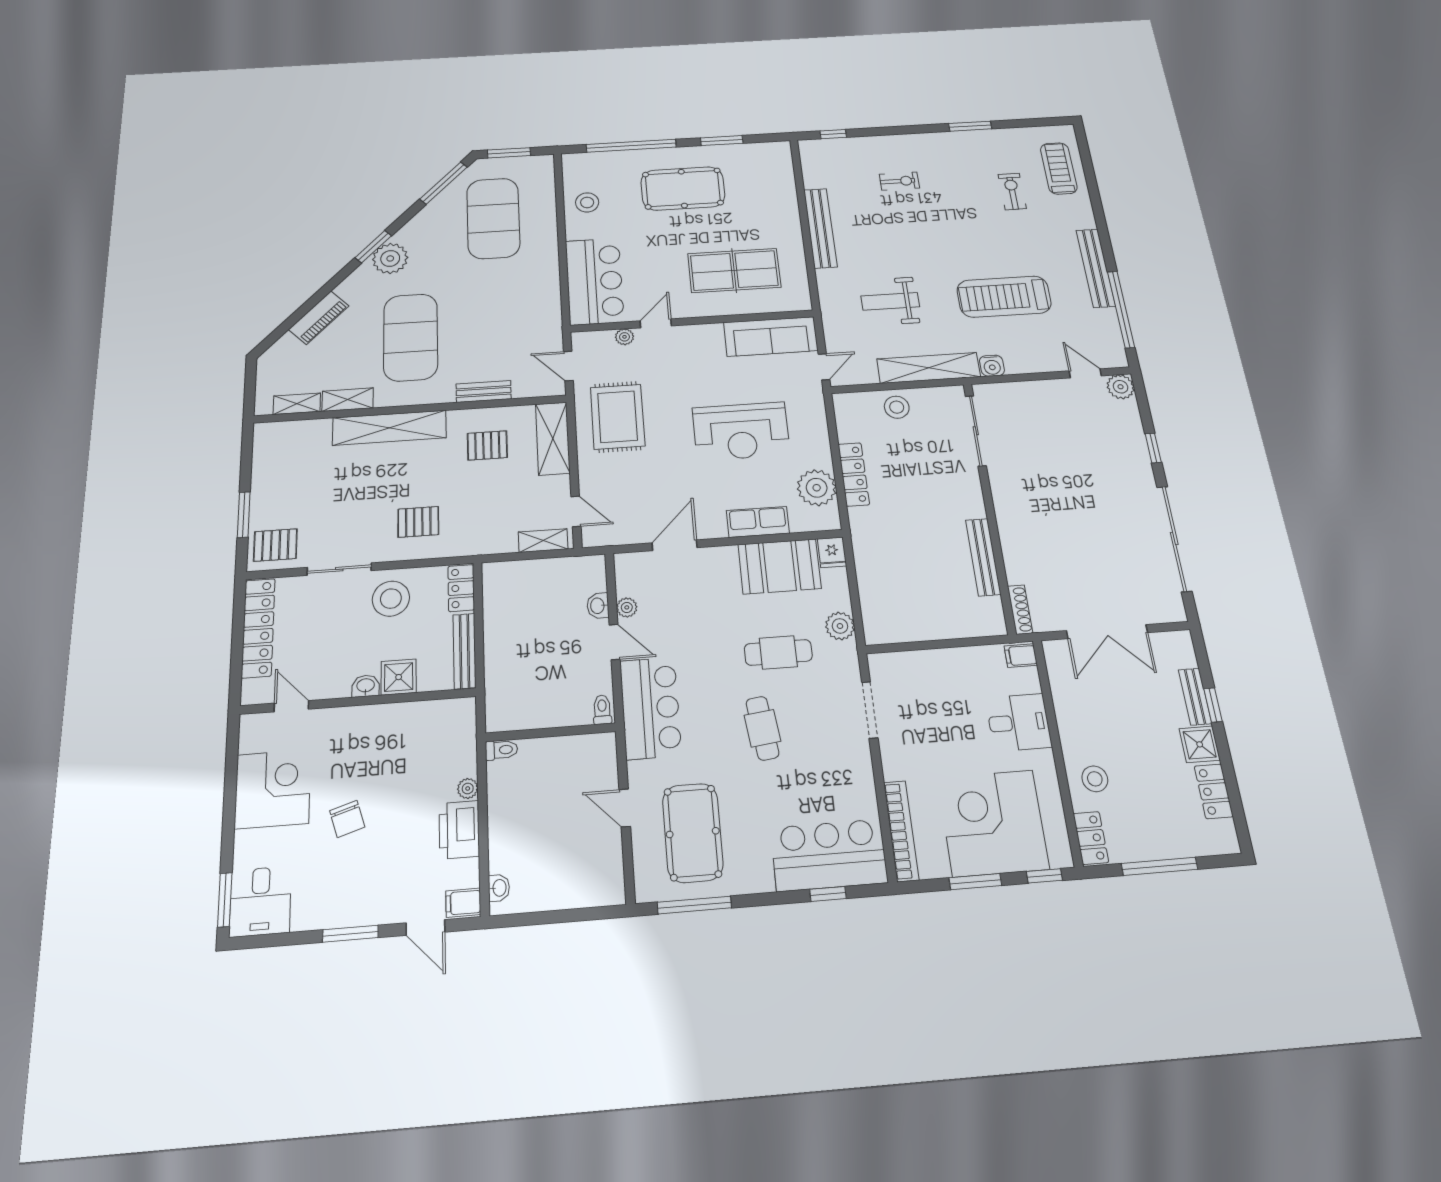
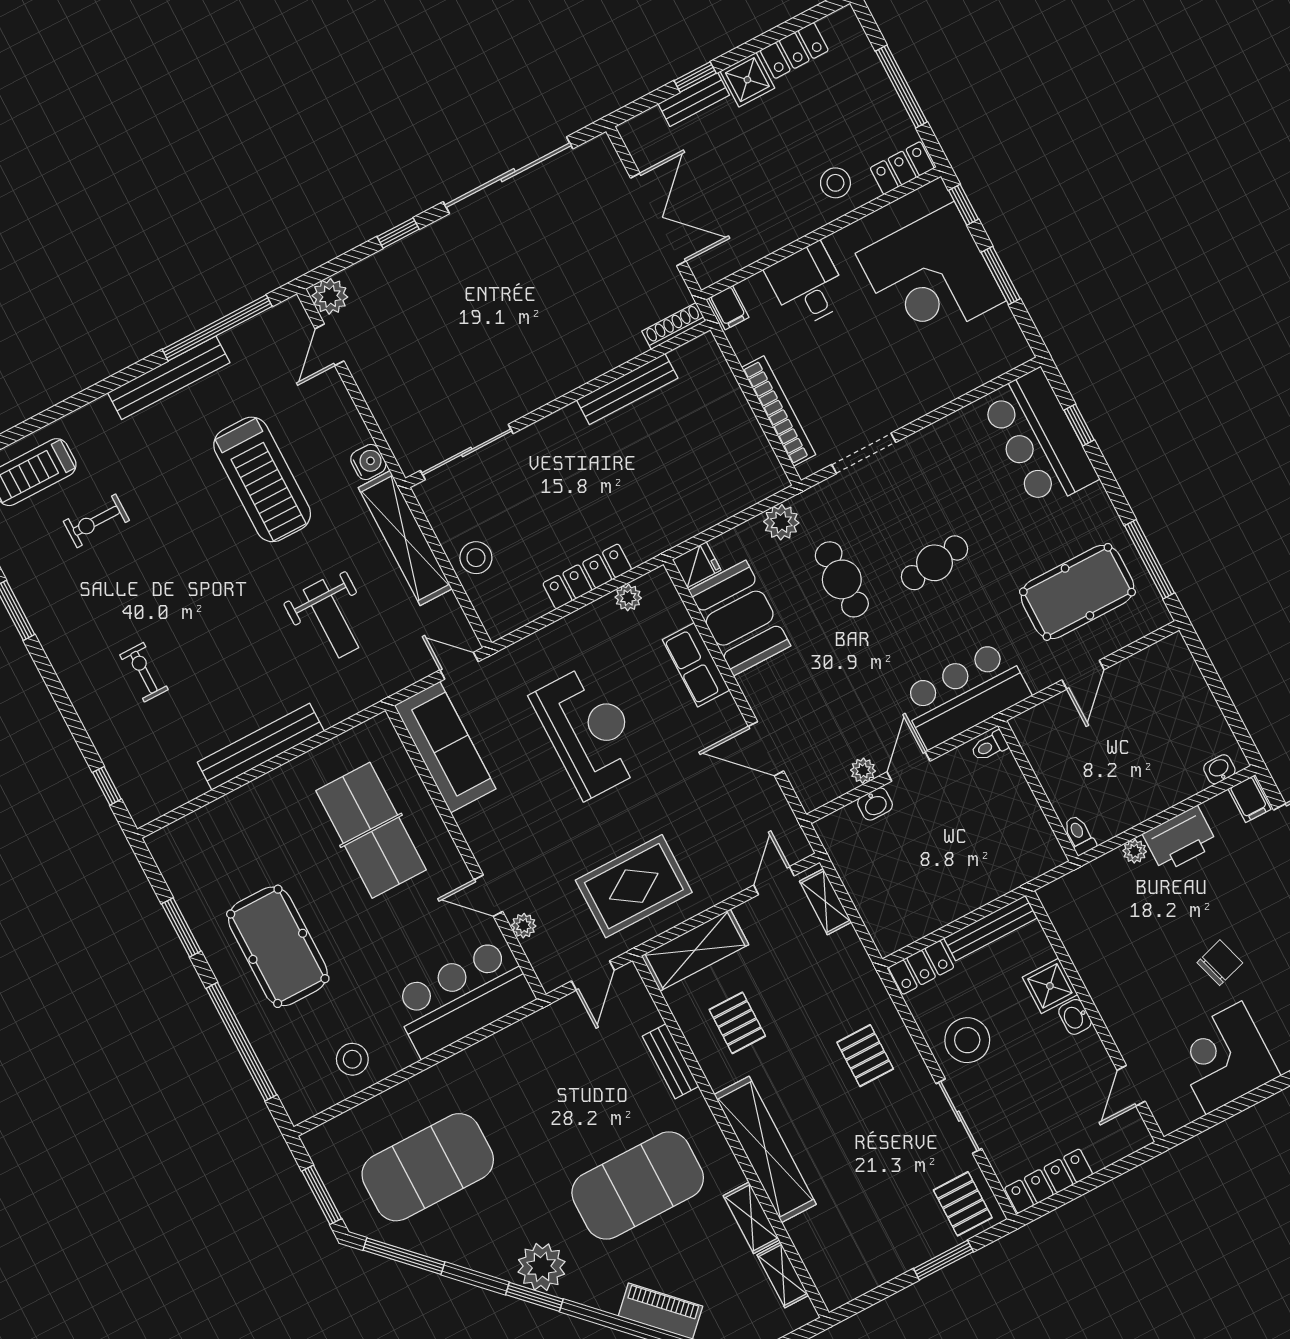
plant: (817, 488) -> (628, 598), width x0.53, depth x0.53
locker: (258, 628) -> (1049, 1181), width x0.71, depth x0.83
bookcase: (901, 831) -> (779, 411), moved, turned 90

